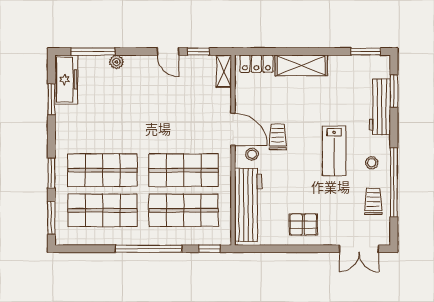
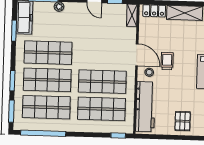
shop shelf: (103, 130) -> (48, 53), added
pallet: (303, 225) -> (183, 121), turned 90
window: (149, 249) -> (43, 133), moved

